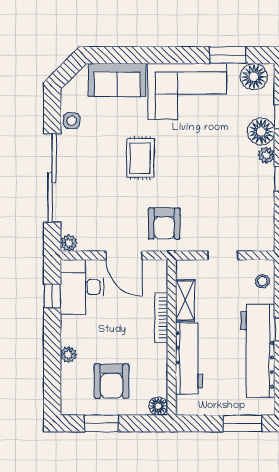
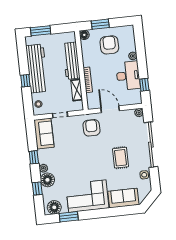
rug: (140, 158) -> (121, 158), moved
sofa: (258, 222) -> (44, 134), added
desk: (82, 287) -> (128, 76), moved
window: (101, 423) -> (100, 24), moved

